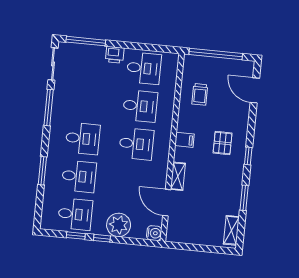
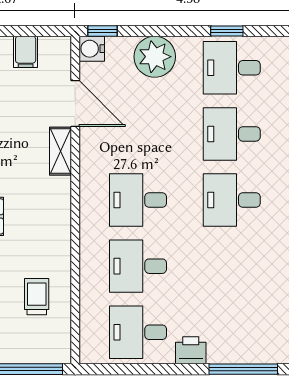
filing cabinet: (184, 140) -> (26, 52), moved, turned -90
window: (102, 238) -> (103, 31), moved

